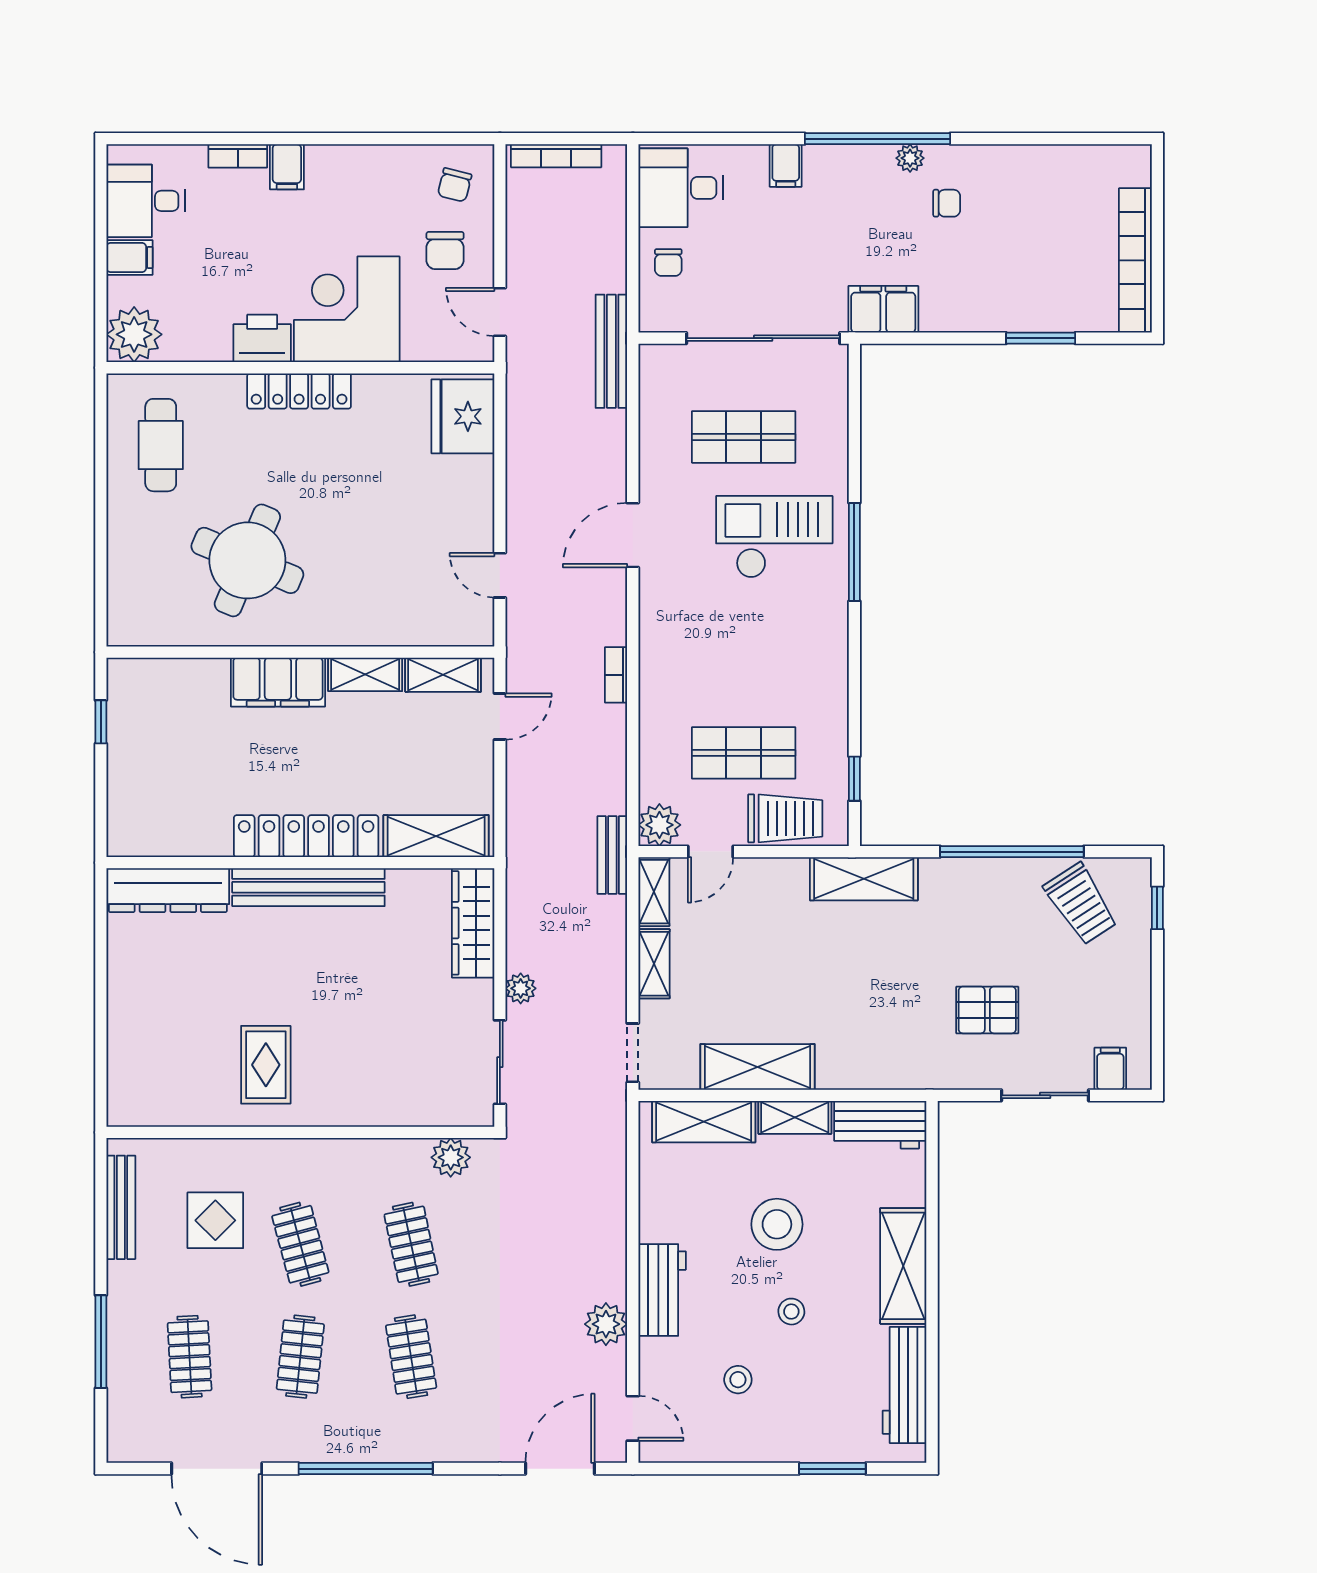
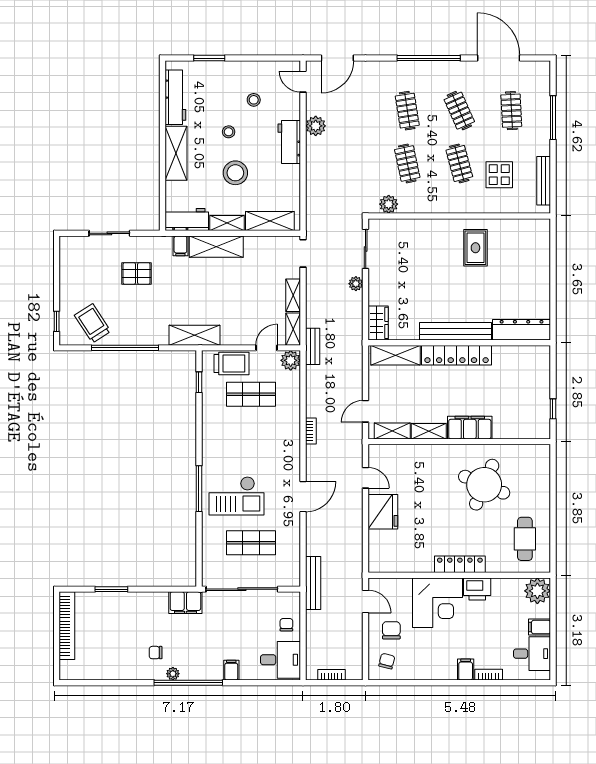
bookcase: (556, 156) -> (331, 675), width x0.64
fridge: (463, 416) -> (383, 512), moved
trolley: (785, 818) -> (231, 364), turned 180
wardrobe: (473, 923) -> (378, 323), width x0.67
shelving: (758, 1067) -> (216, 247), moved
filing cabinet: (1110, 1069) -> (180, 246), moved
clothes rail: (300, 1357) -> (459, 111), turned -30

